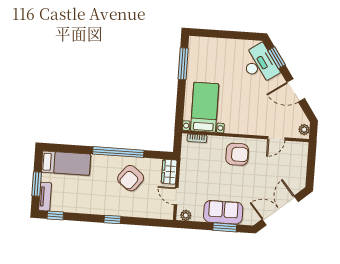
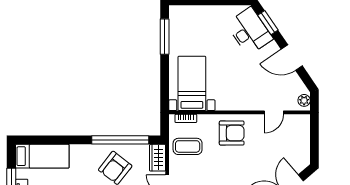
window: (118, 152) -> (120, 140), moved
coffee table: (197, 164) -> (188, 146), added

